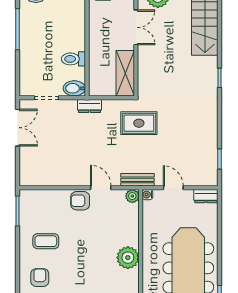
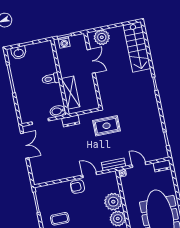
toilet: (73, 59) -> (51, 79), moved
shelving: (125, 73) -> (71, 93), moved
plant: (132, 196) -> (113, 202), moved, width x1.87, depth x1.87

